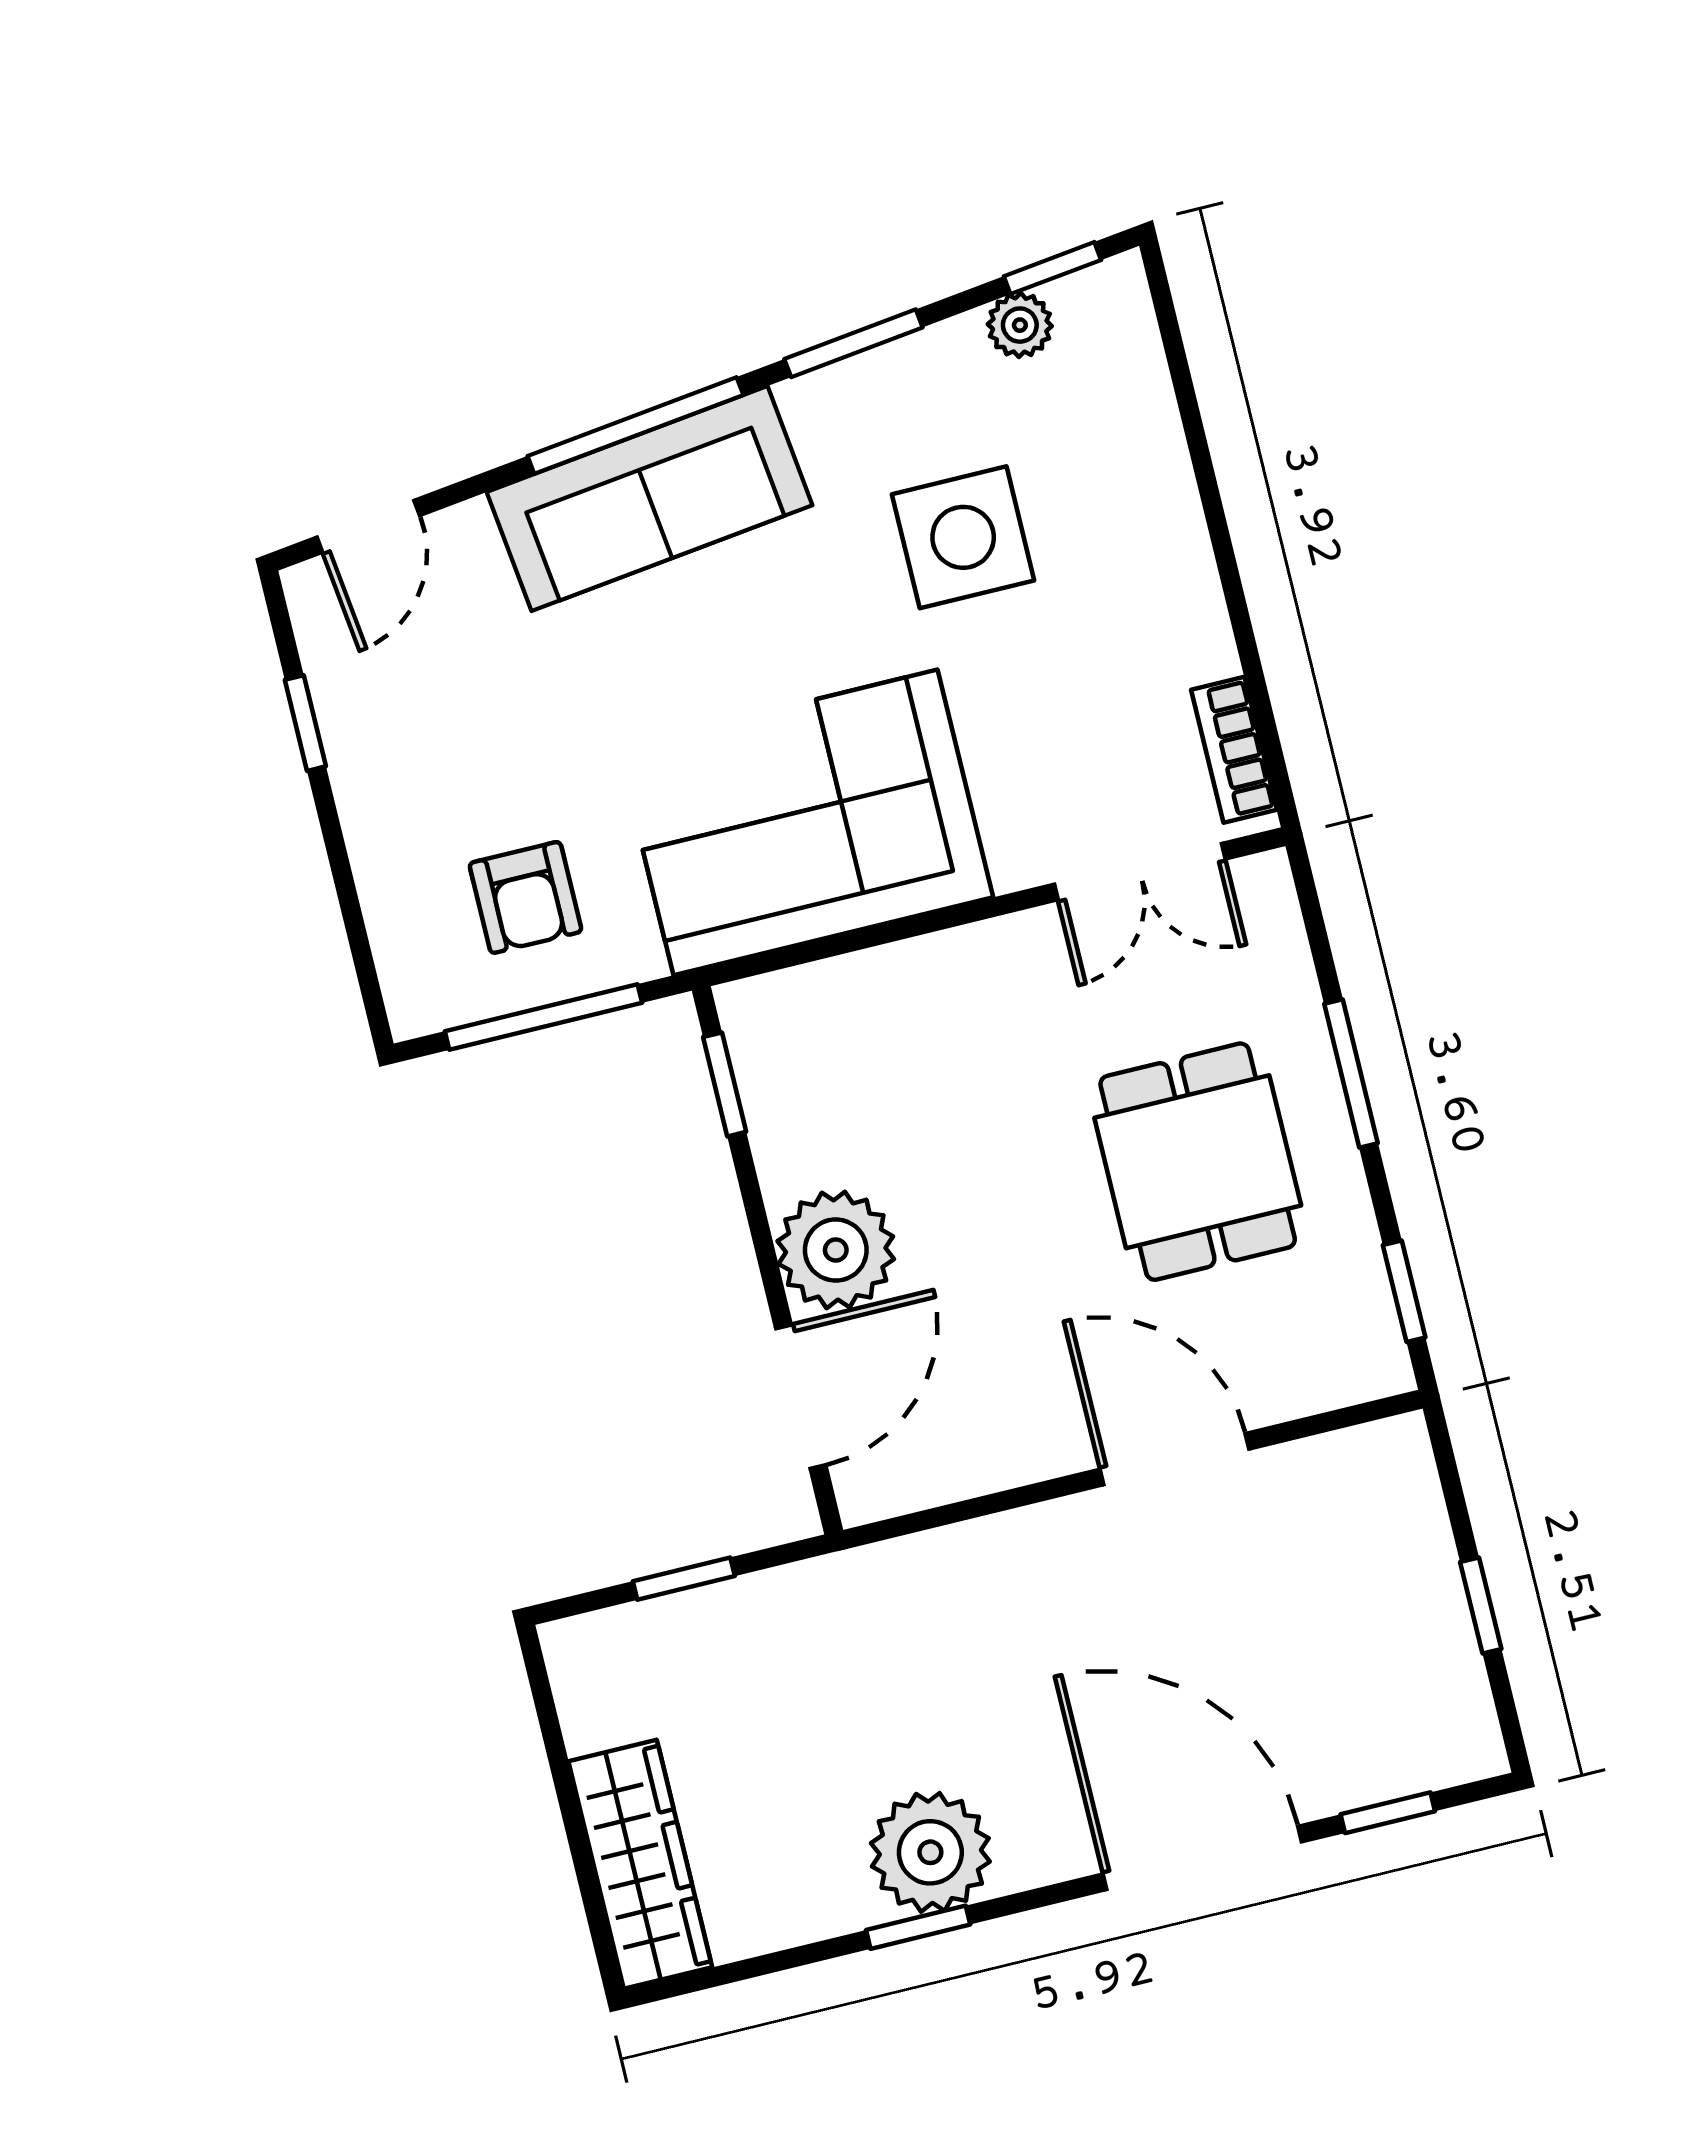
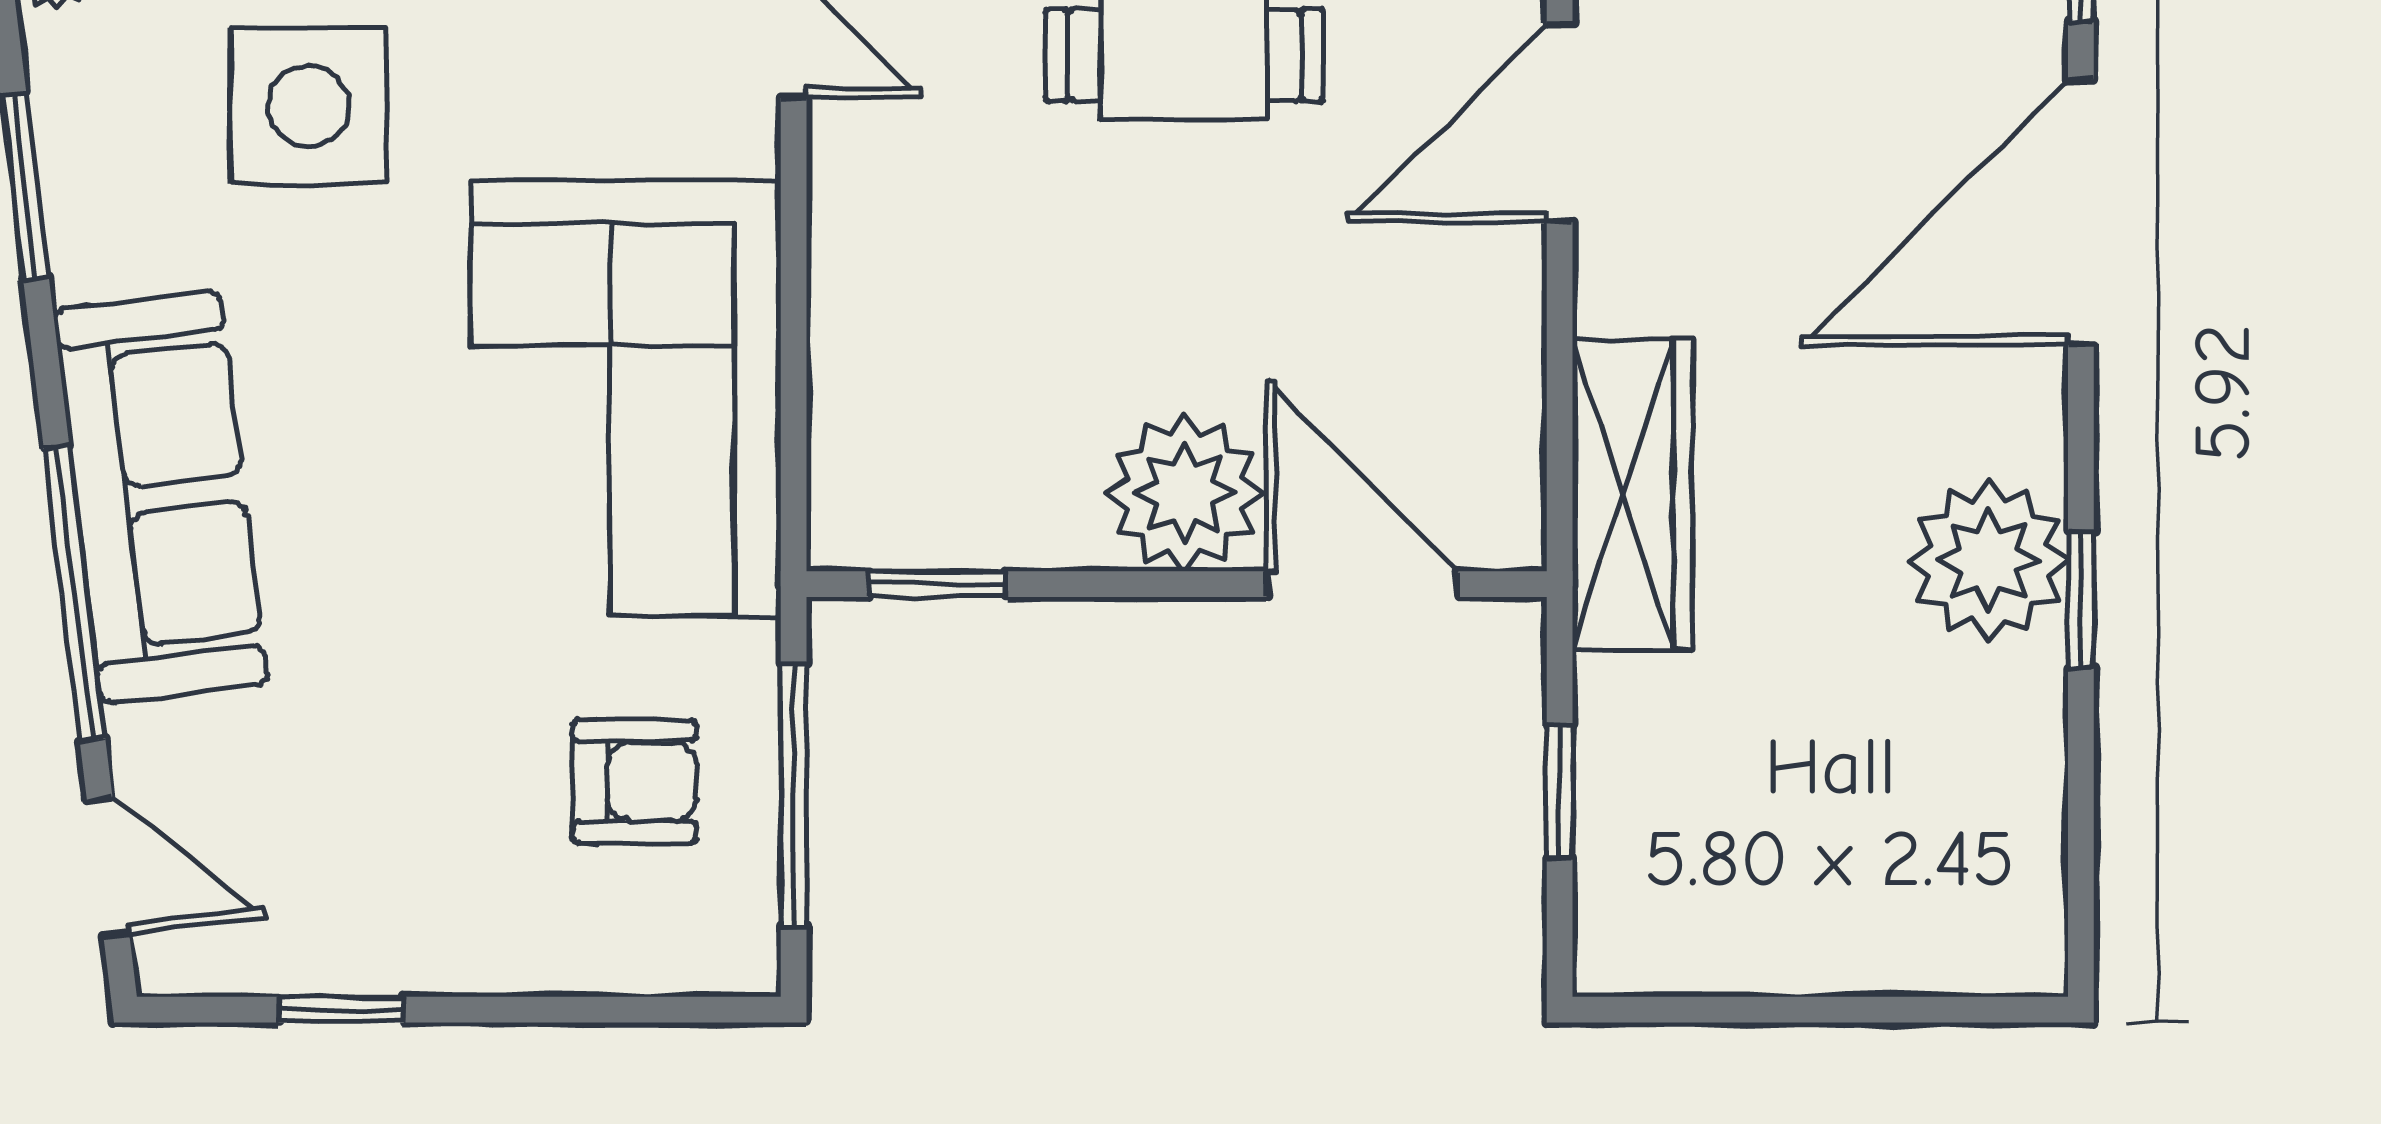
window: (635, 425) -> (74, 593), moved
wardrobe: (640, 1864) -> (1632, 494), moved, turned 90

